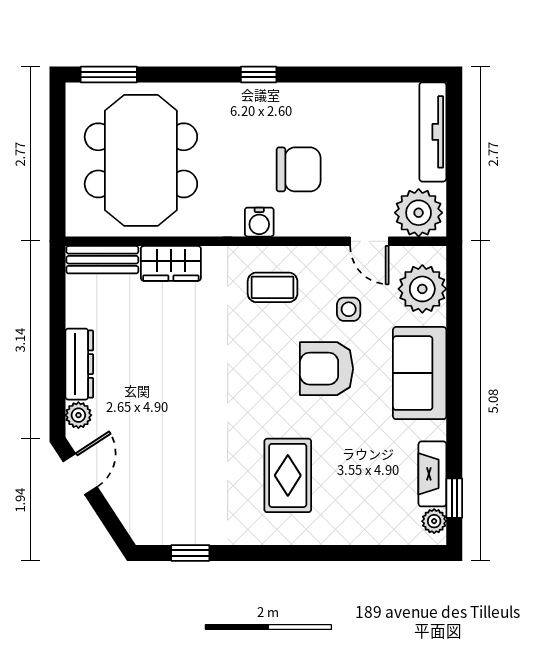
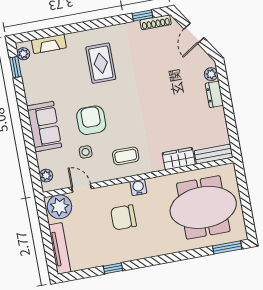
window: (259, 74) -> (113, 268), moved
meeting table: (141, 160) -> (203, 207), turned 90
plant: (422, 289) -> (46, 176), width x0.53, depth x0.53
dresser: (79, 364) -> (214, 94), width x0.70
armchair: (327, 369) -> (91, 120), turned -90
door: (80, 474) -> (194, 33), moved
fireplace: (432, 474) -> (49, 44), moved, turned 90
shoe rack: (167, 535) -> (156, 22), added

